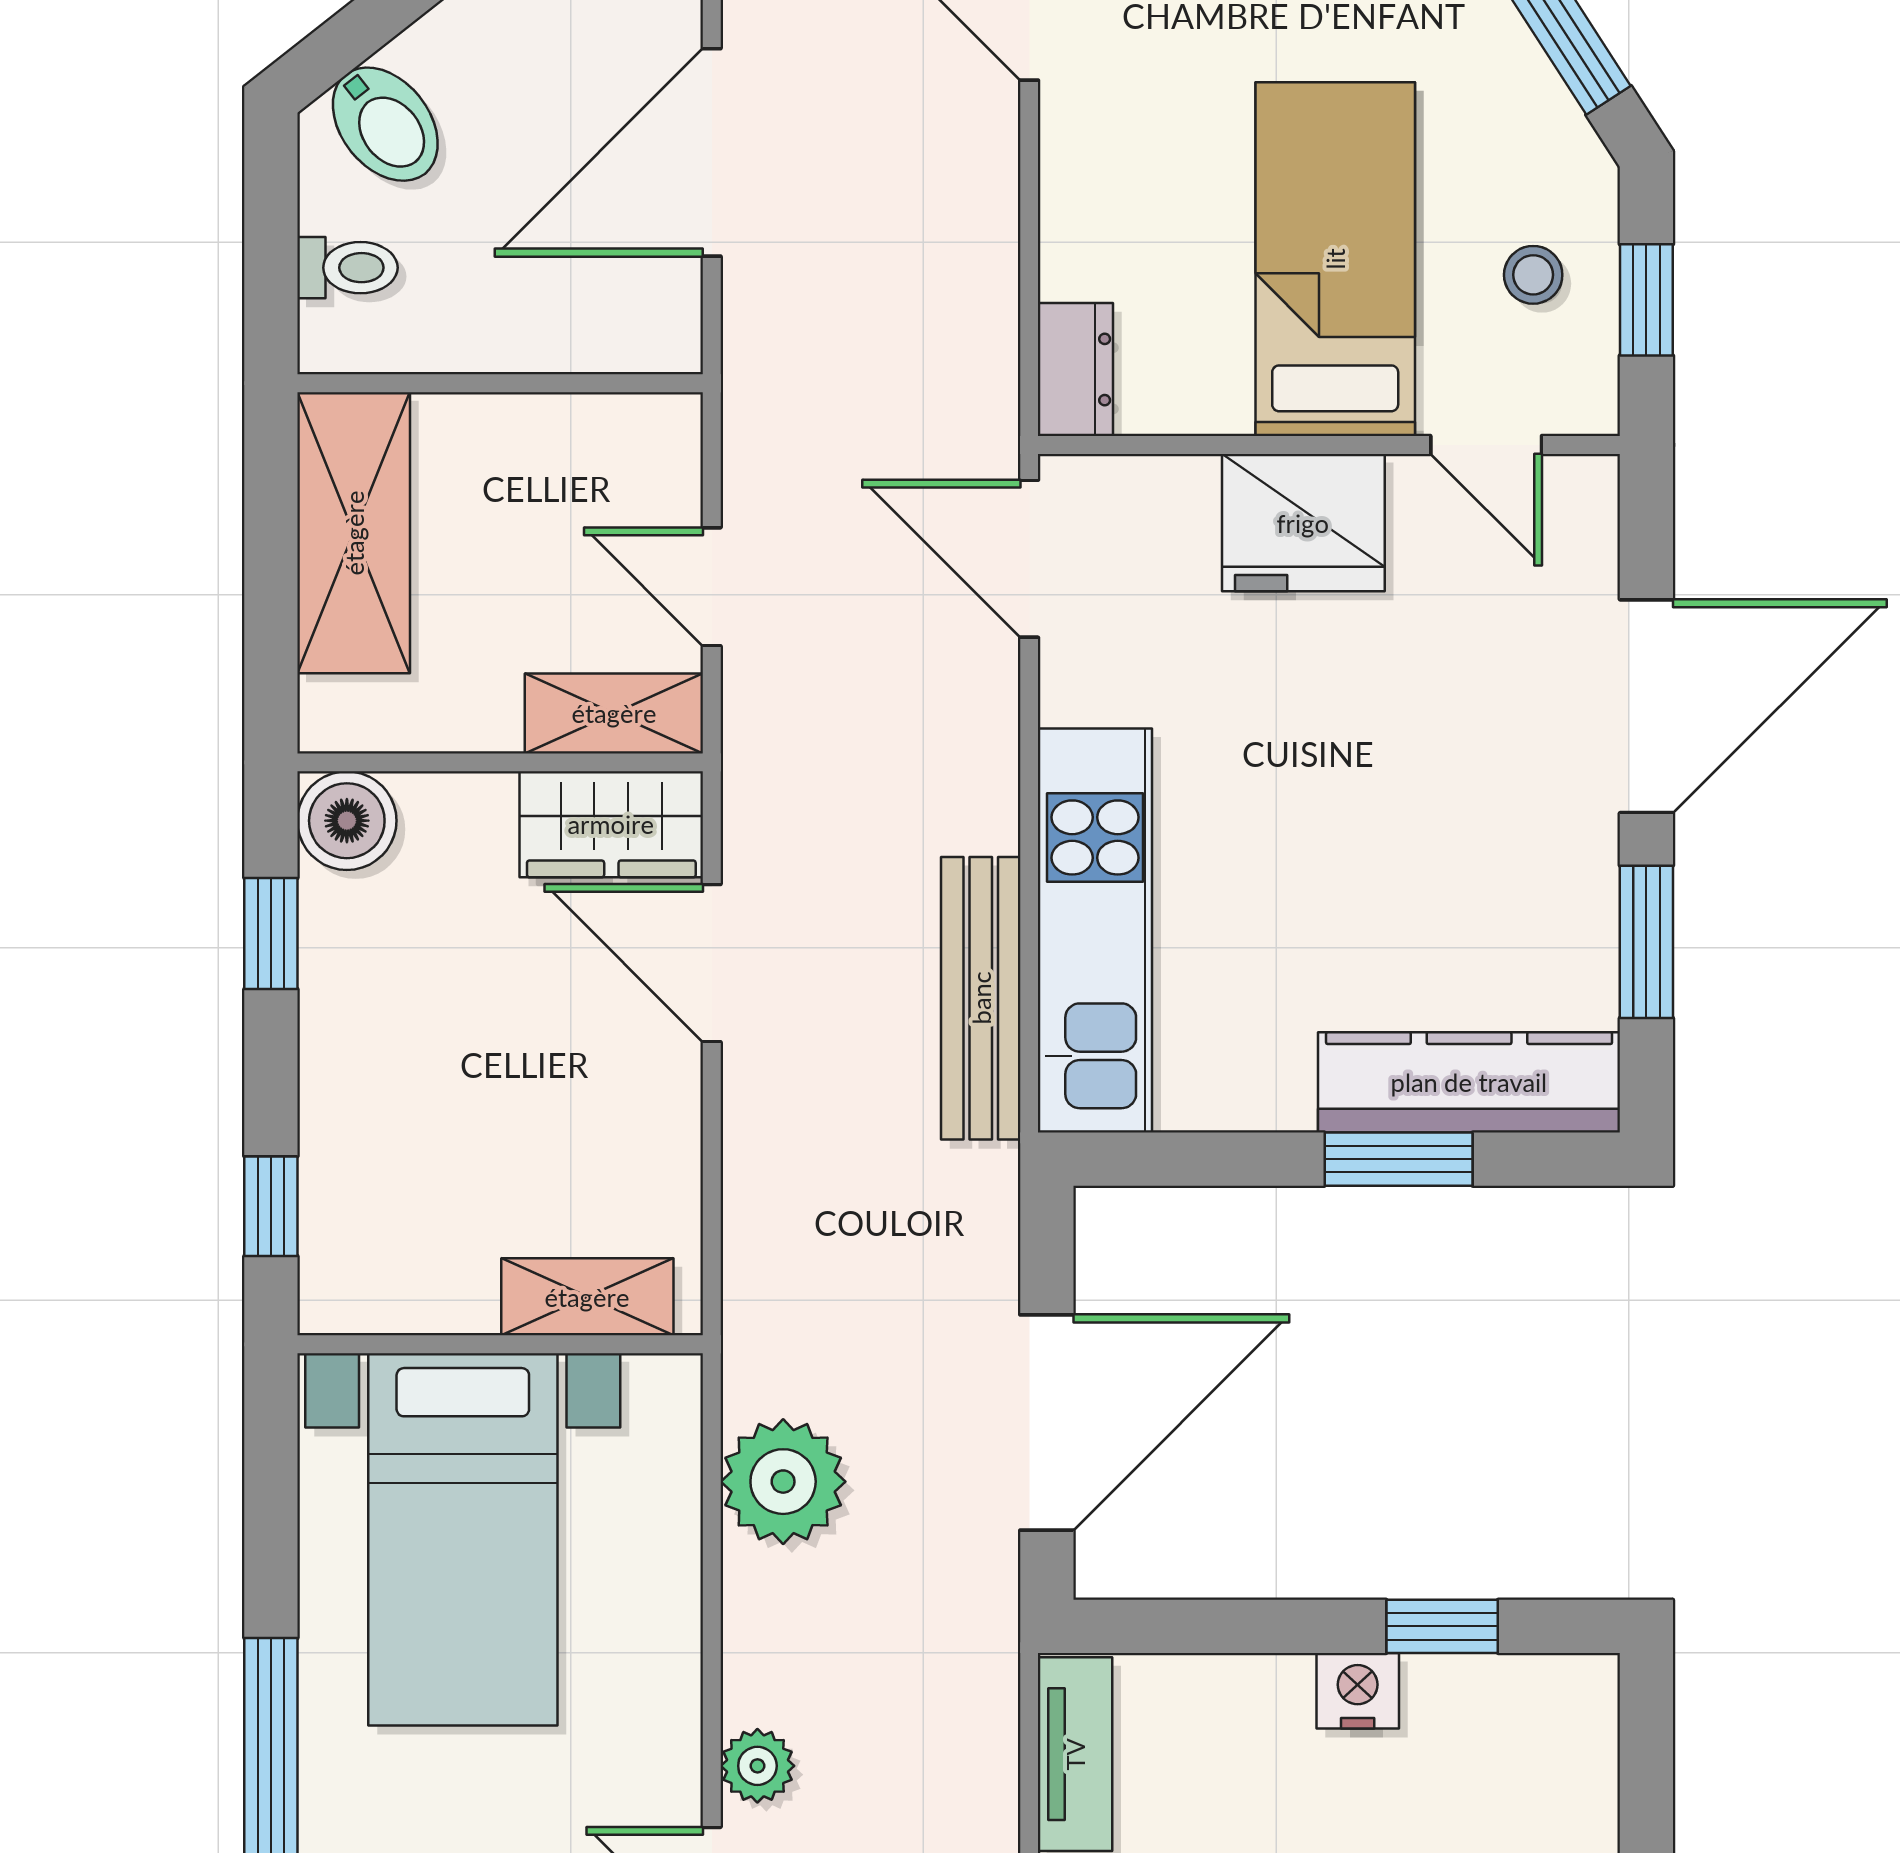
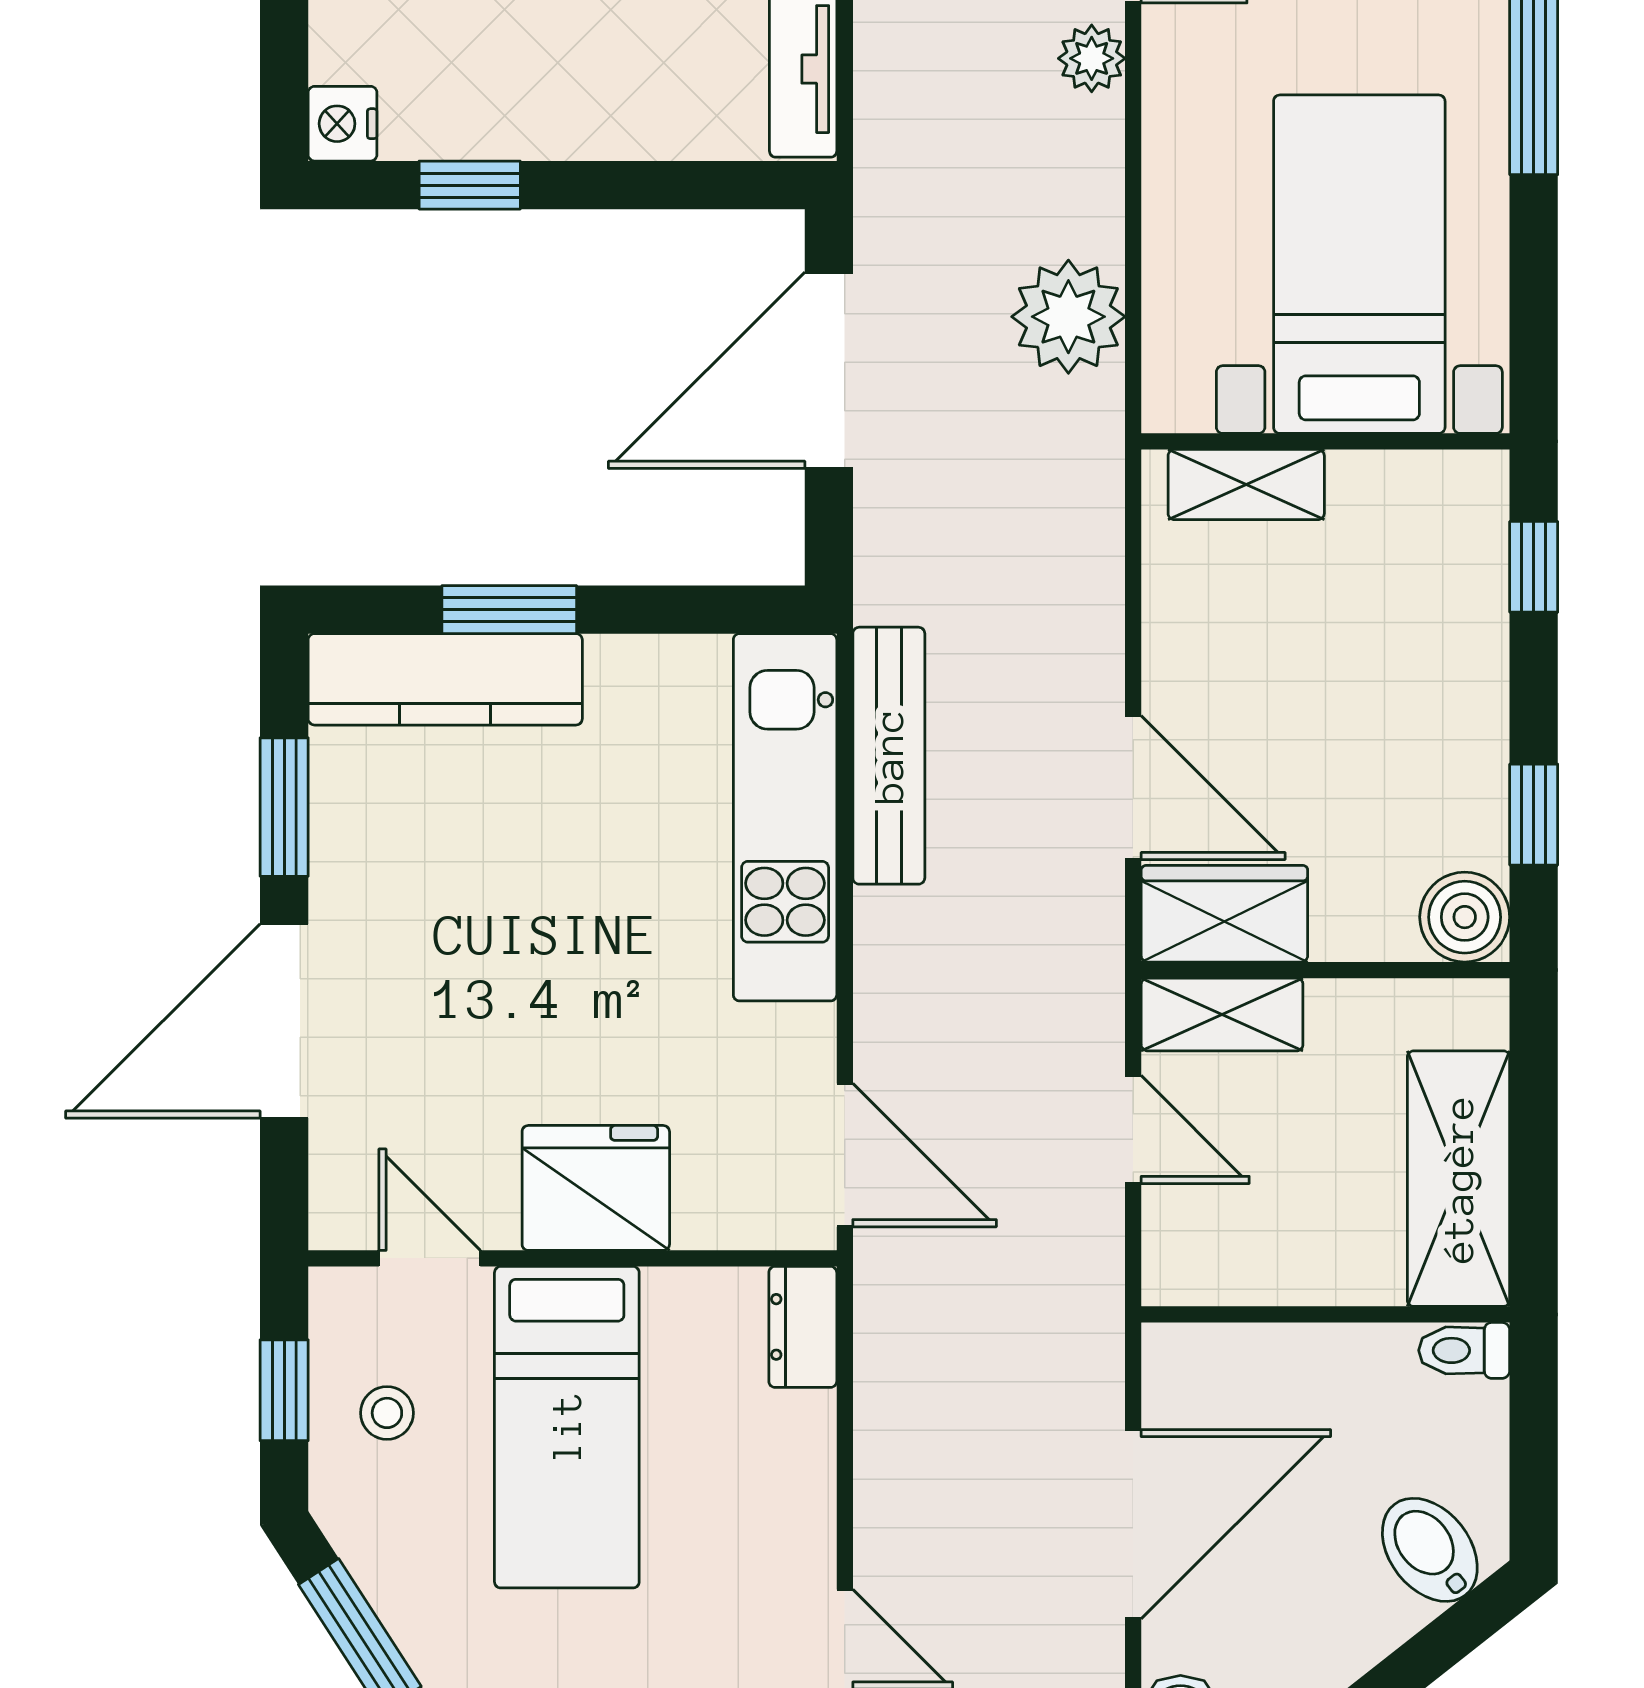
toilet: (347, 268) -> (1464, 1350), moved
nightstand: (1358, 1691) -> (343, 124), moved, turned 90

